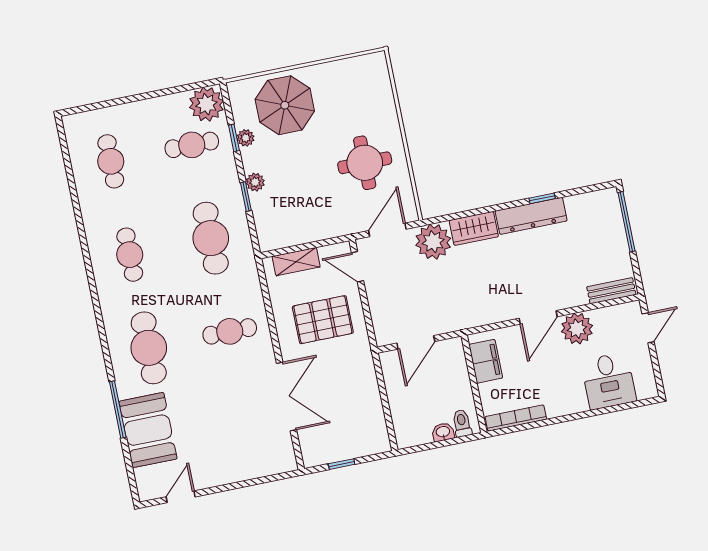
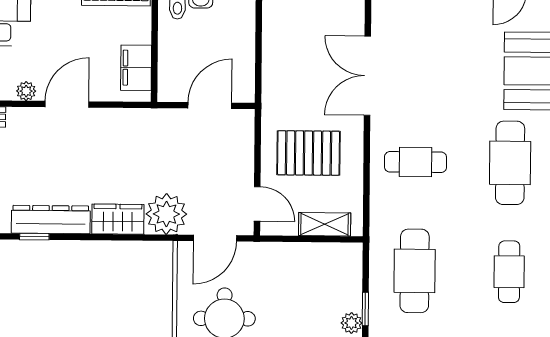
plant: (577, 329) -> (26, 91), width x0.53, depth x0.53

